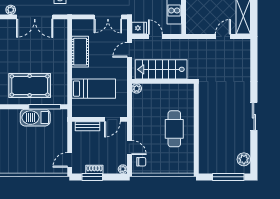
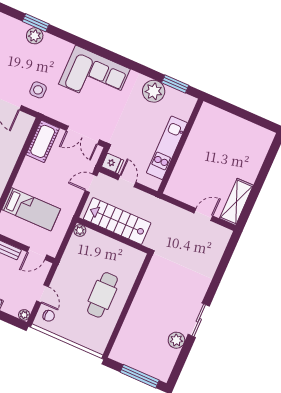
cot: (80, 52) -> (43, 141), moved
plant: (244, 159) -> (176, 340), moved

